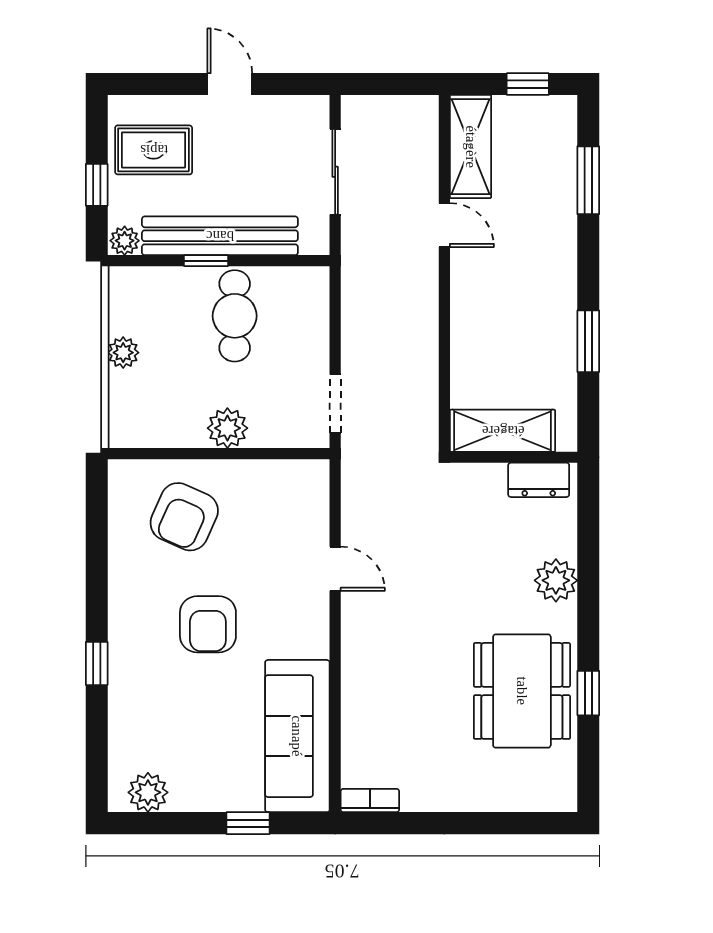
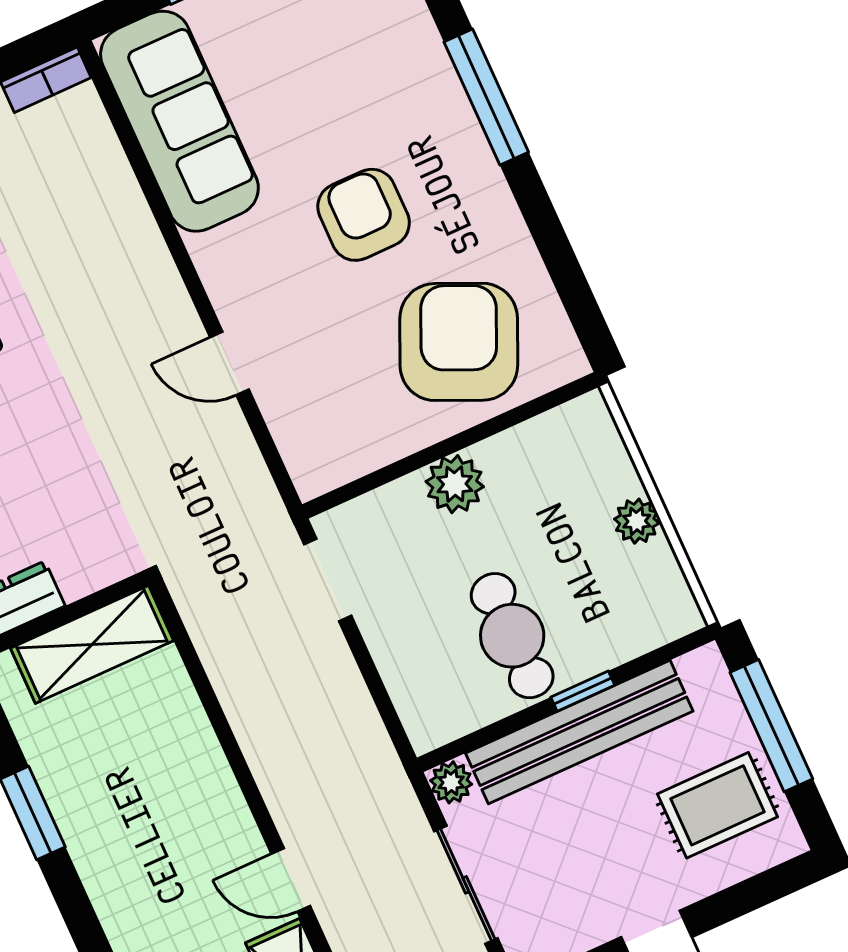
window: (97, 185) -> (771, 726), width x2.17
plant: (125, 241) -> (451, 782), moved
armchair: (184, 517) -> (459, 342), width x1.36, depth x1.36
window: (97, 663) -> (486, 97), width x2.17

